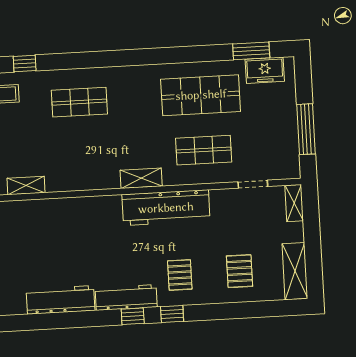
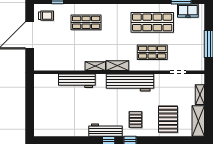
shelving: (26, 185) -> (95, 66), moved
shelving: (294, 203) -> (200, 95), moved
pallet: (240, 271) -> (168, 119), width x1.50, depth x1.42
workbench: (61, 300) -> (77, 81), moved, turned 180

